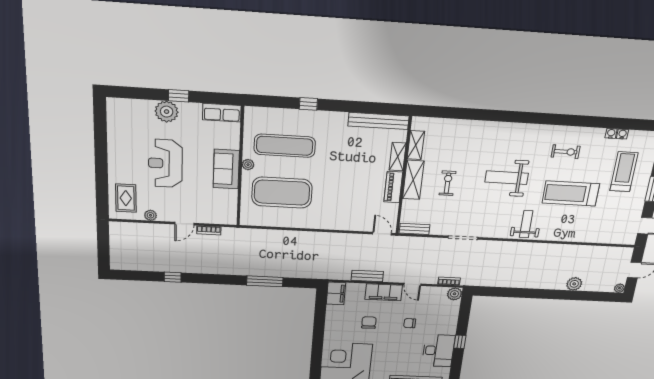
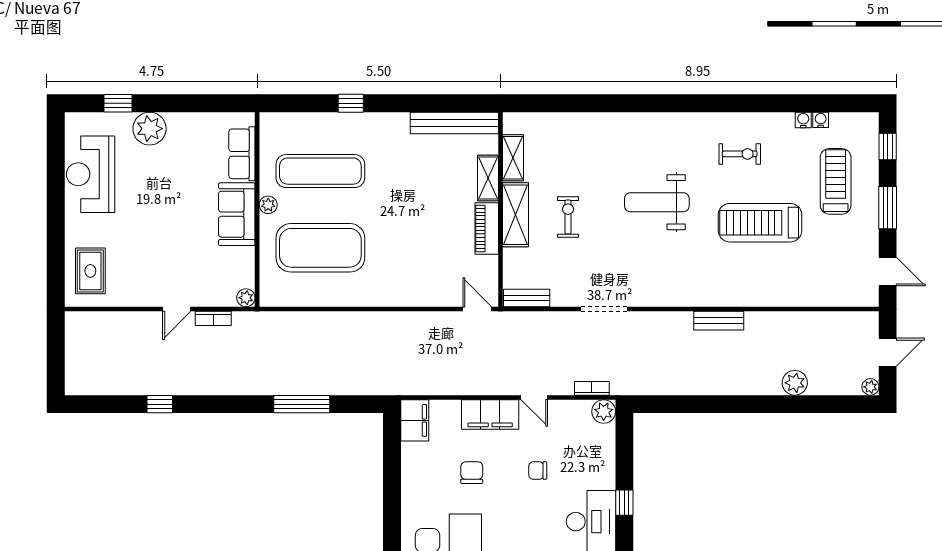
window: (179, 96) -> (118, 103), moved
row of seats: (222, 113) -> (242, 154), moved, turned 90
reception desk: (165, 163) -> (91, 174), moved
plant: (150, 215) -> (246, 298), moved
weight bench: (526, 224) -> (699, 280), removed
bench: (367, 276) -> (719, 321), moved

